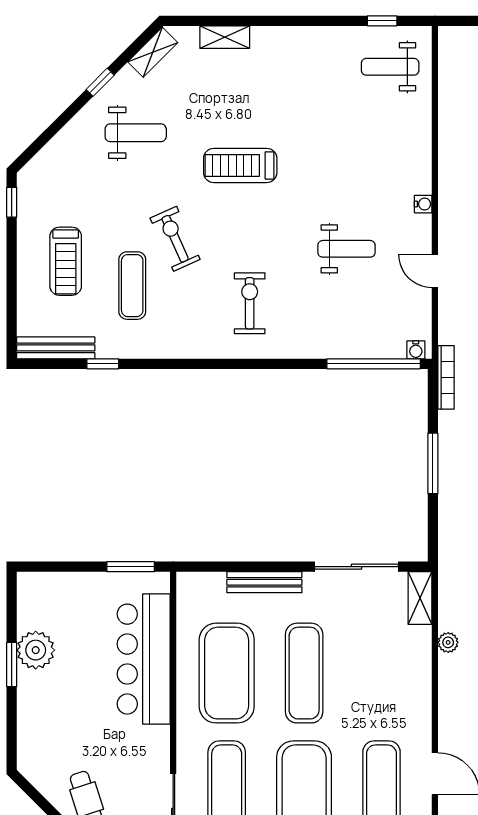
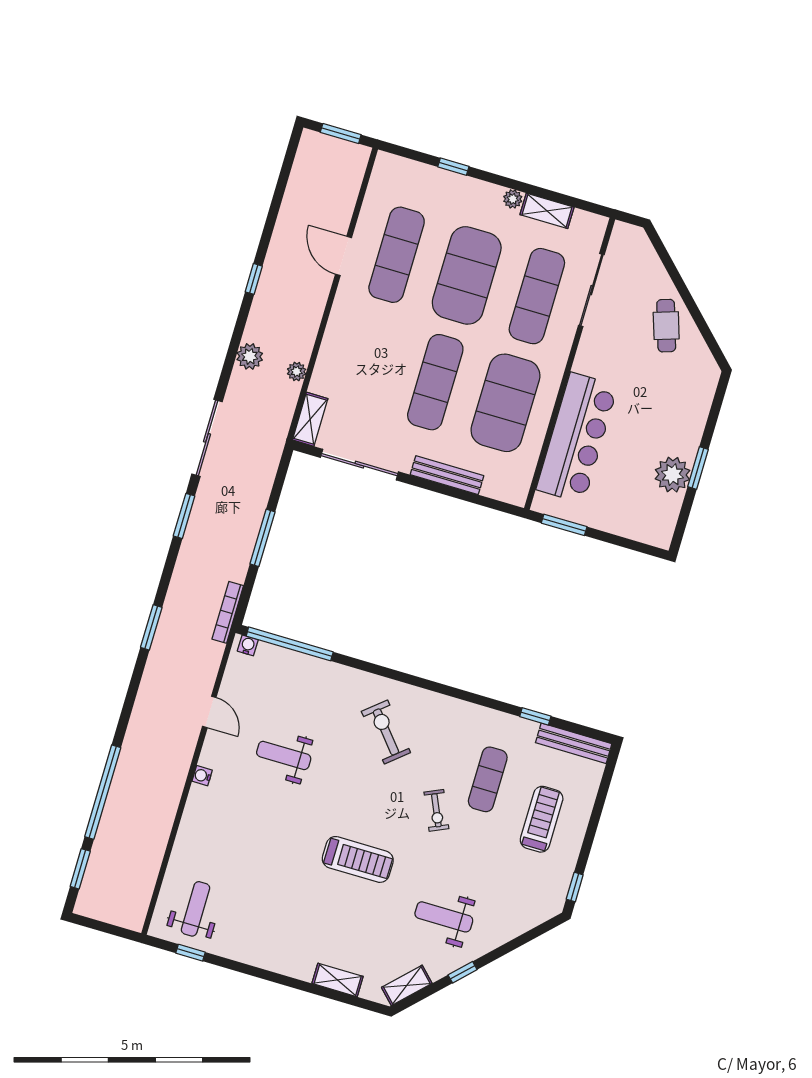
weight bench: (390, 67) -> (195, 909), turned -90
exercise bike: (175, 239) -> (436, 810), width x0.73, depth x0.72
exercise bike: (250, 303) -> (386, 732), turned 140

